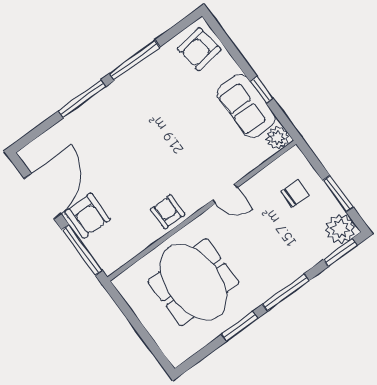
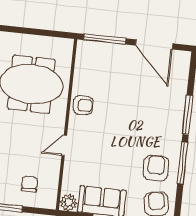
chair: (295, 193) -> (29, 184), turned 180
armchair: (87, 216) -> (156, 168), moved, turned 90

